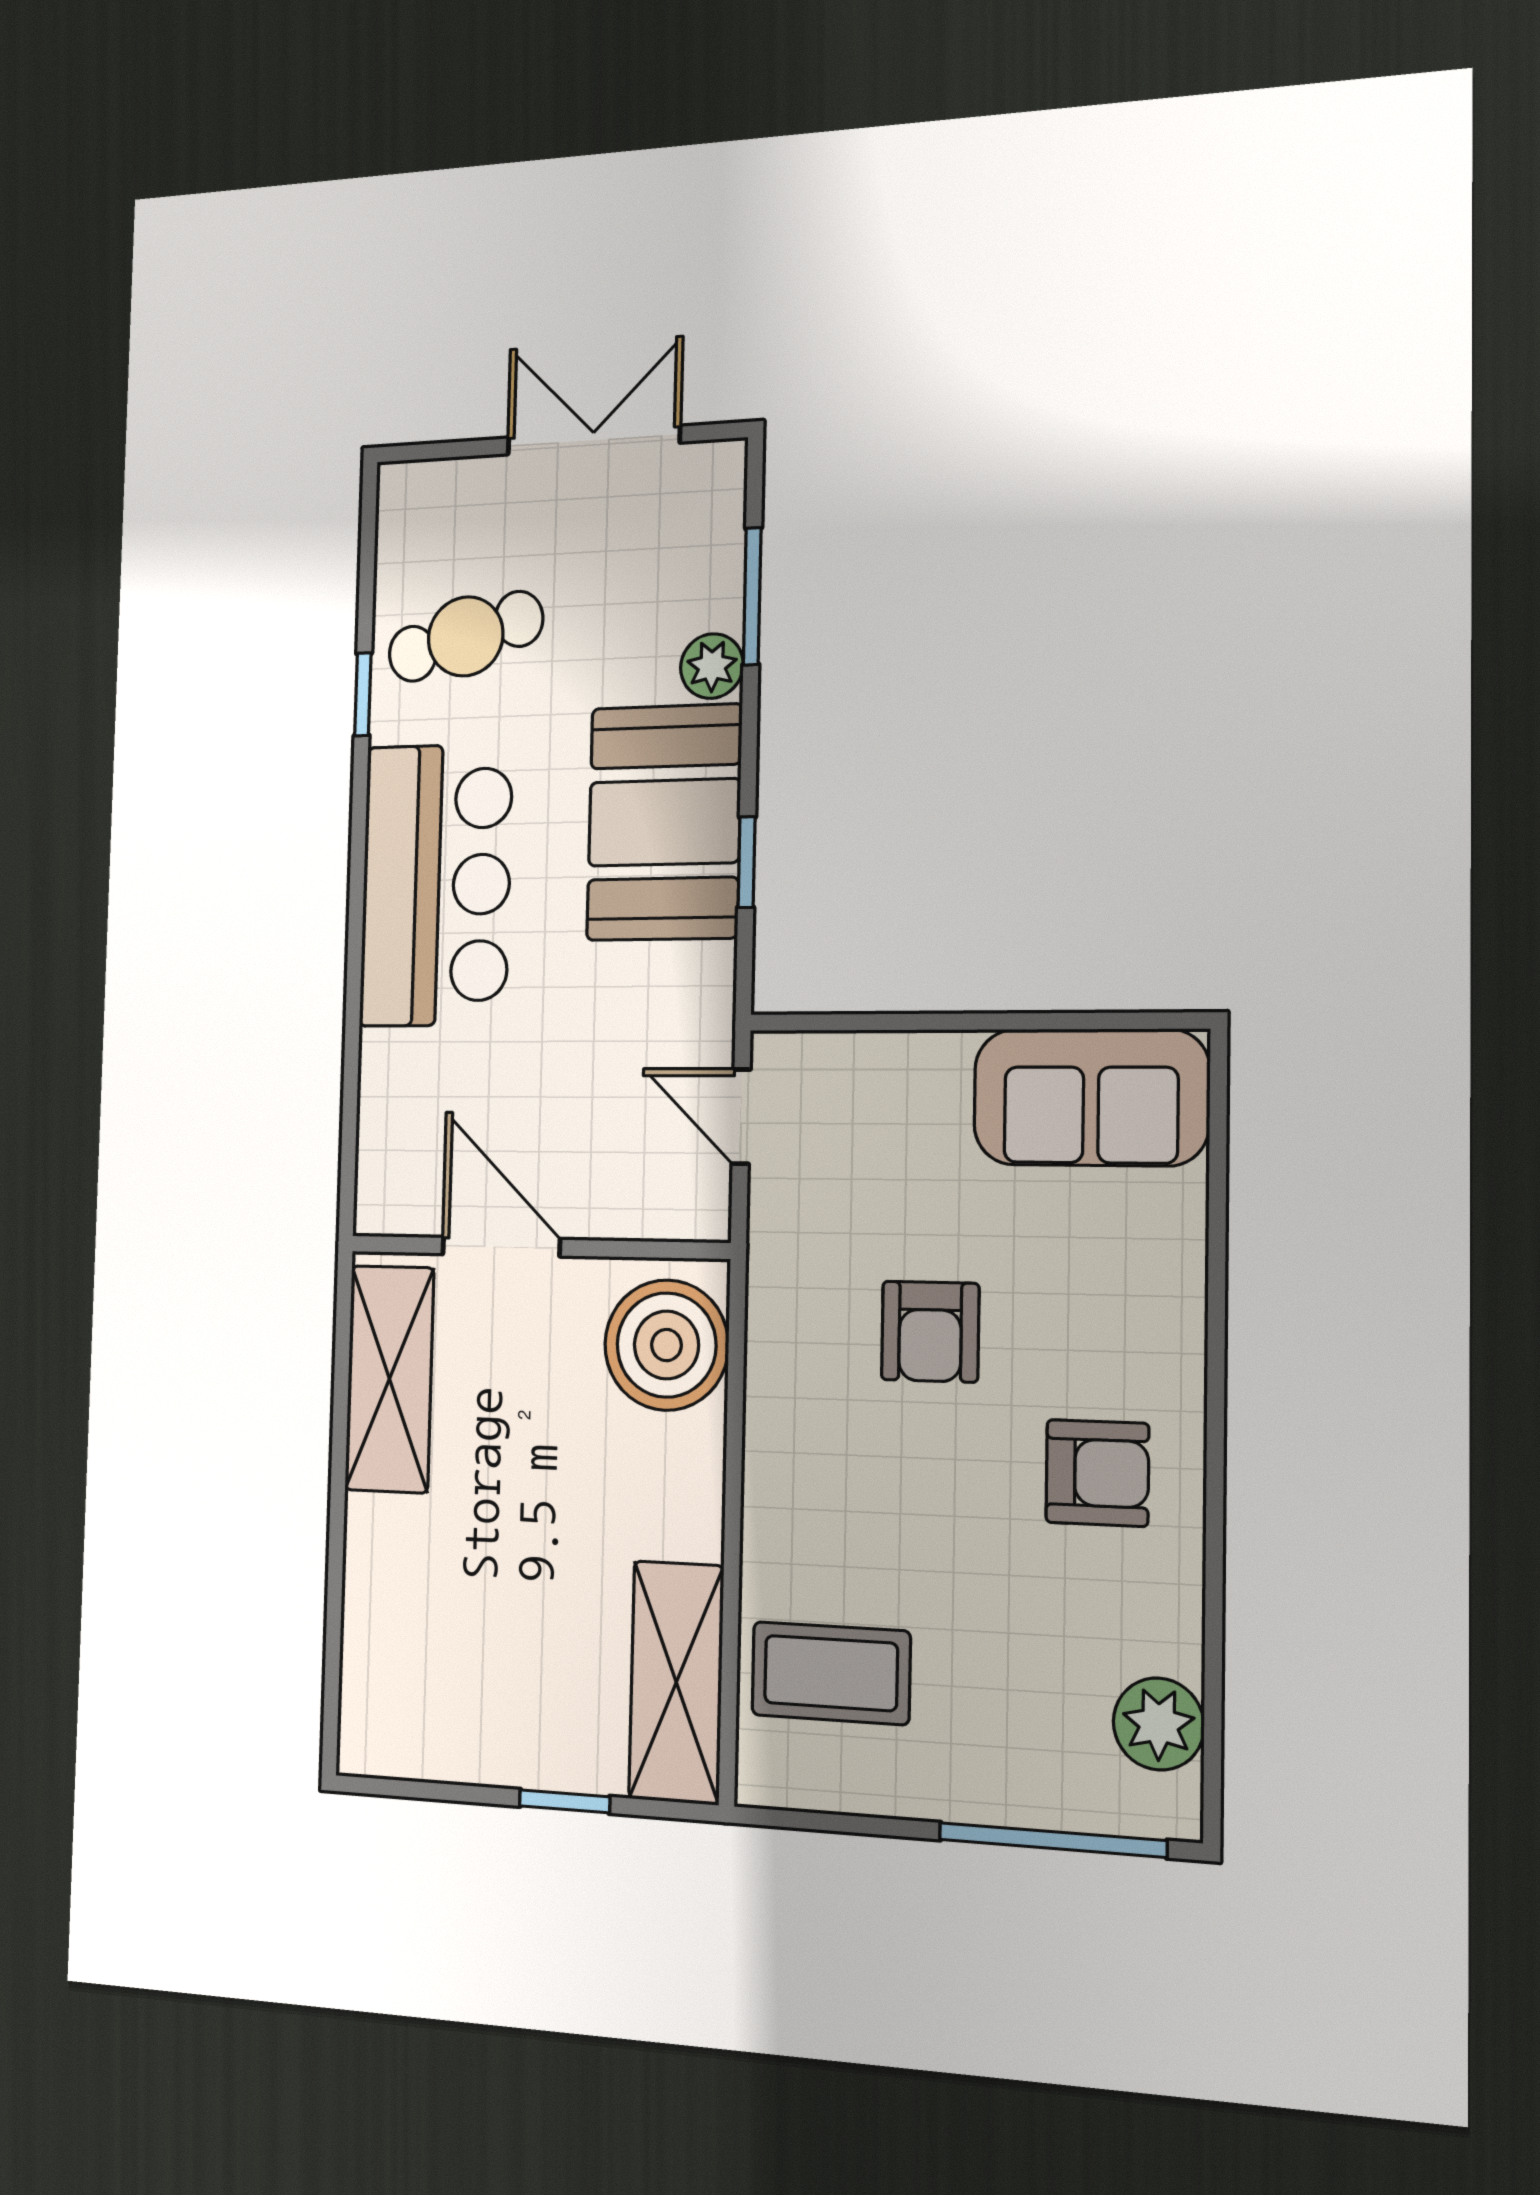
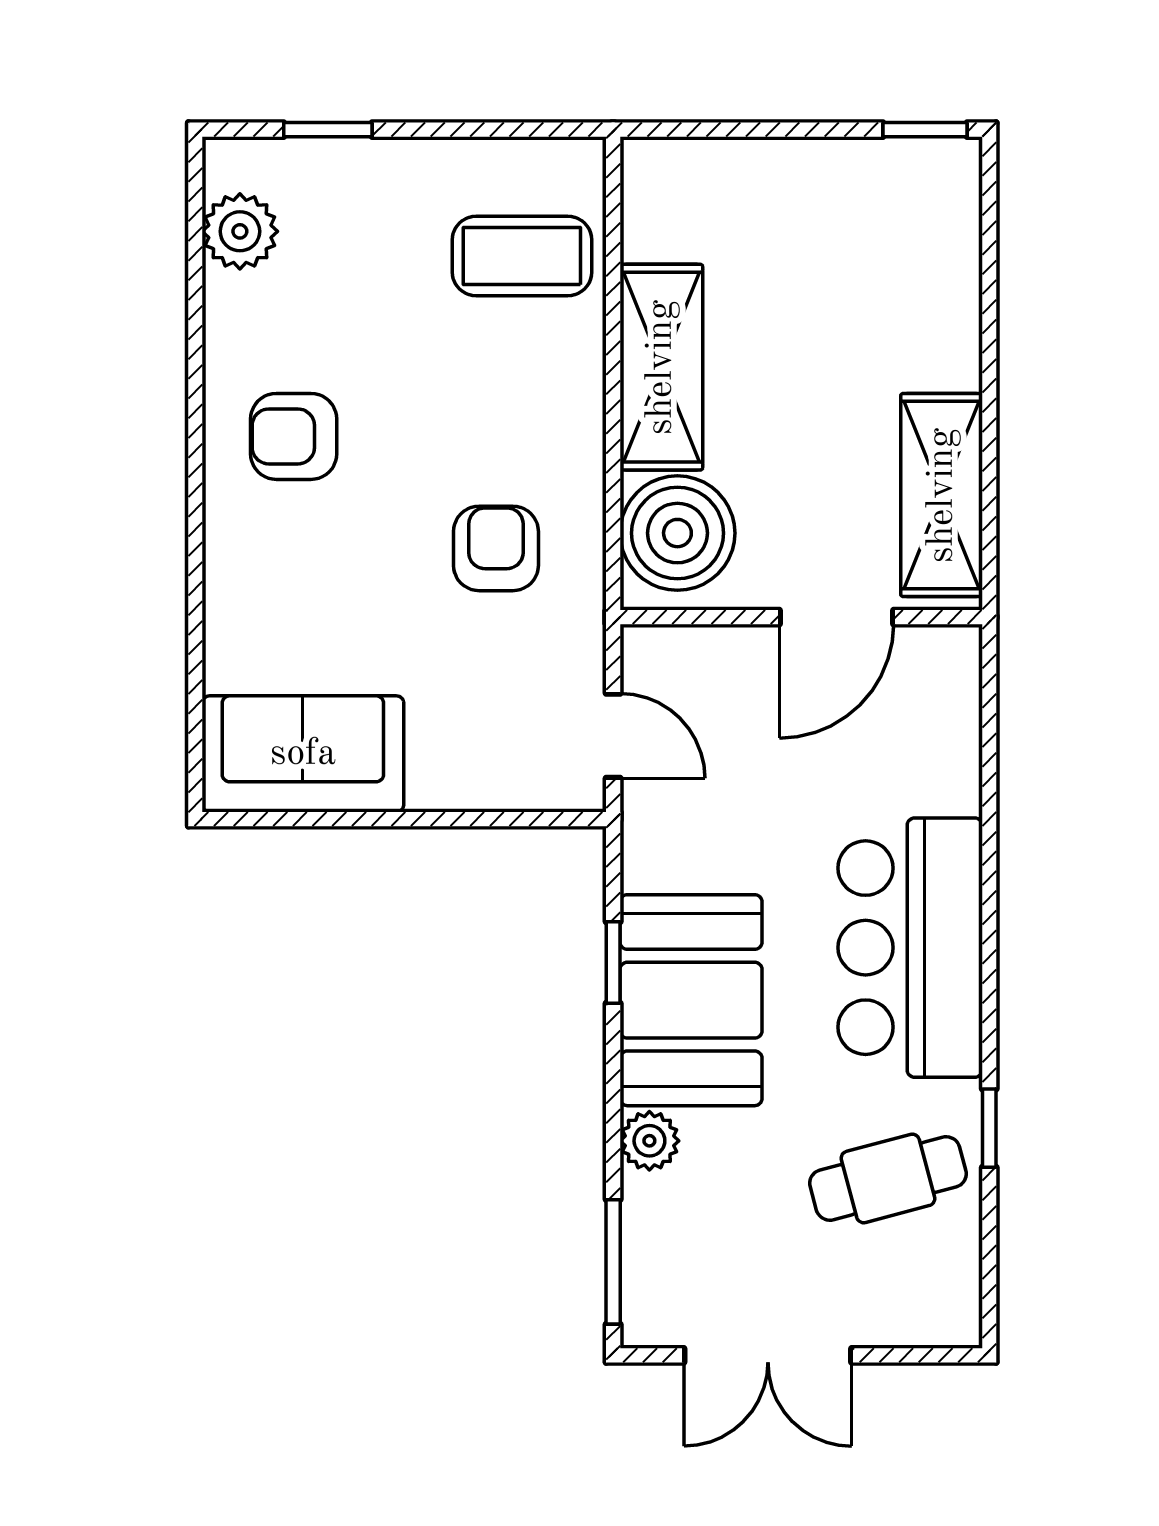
window: (752, 596) -> (613, 1262), moved
door: (501, 1247) -> (836, 617), hinge flipped
armchair: (930, 1332) -> (496, 548), moved
shelving: (676, 1682) -> (661, 367), moved
window: (565, 1801) -> (925, 130), moved
window: (1052, 1840) -> (328, 130), width x0.46

